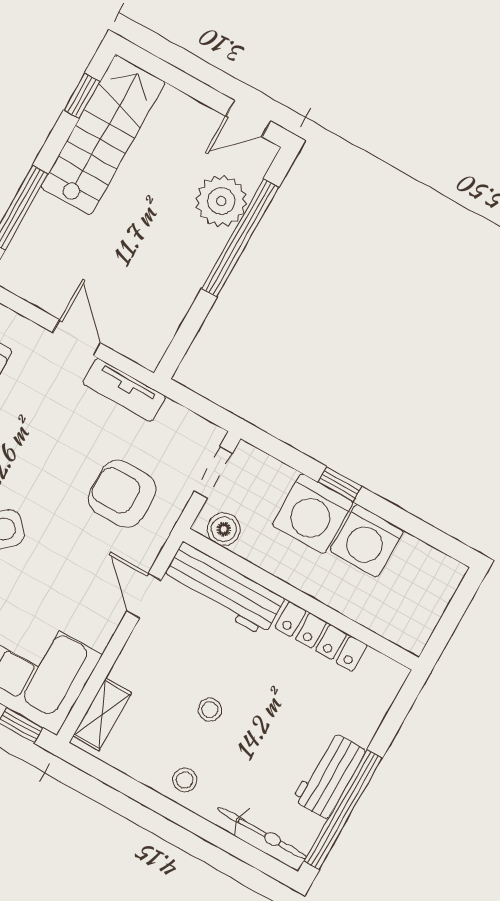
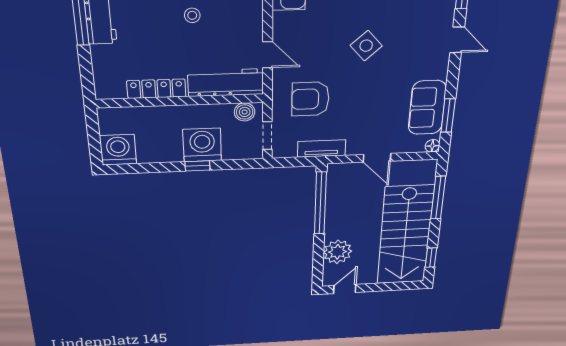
stairs: (103, 135) -> (405, 235), width x1.36, depth x1.51
window: (240, 238) -> (320, 203), moved
tv unit: (124, 390) -> (321, 148), moved
armchair: (122, 494) -> (310, 99), turned 180
washing machine: (367, 541) -> (118, 150), moved

